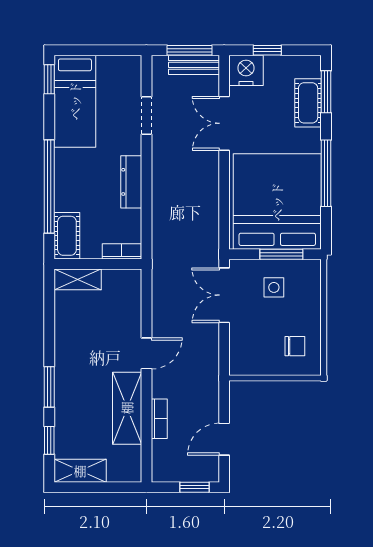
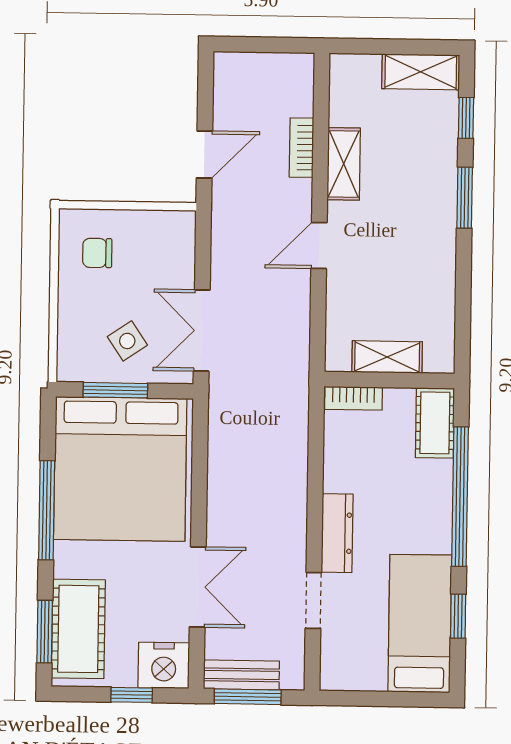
window: (49, 79) -> (458, 616), moved
cot: (308, 103) -> (78, 629), width x1.37, depth x1.34
dresser: (131, 182) -> (337, 533), moved
shelving: (78, 279) -> (387, 357), moved
side table: (274, 287) -> (127, 341), turned -34
double door: (224, 295) -> (202, 330), swing flipped
shelving: (127, 408) -> (344, 164), width x0.67, depth x0.75
door: (224, 439) -> (204, 155), moved
window: (194, 487) -> (250, 44), removed

